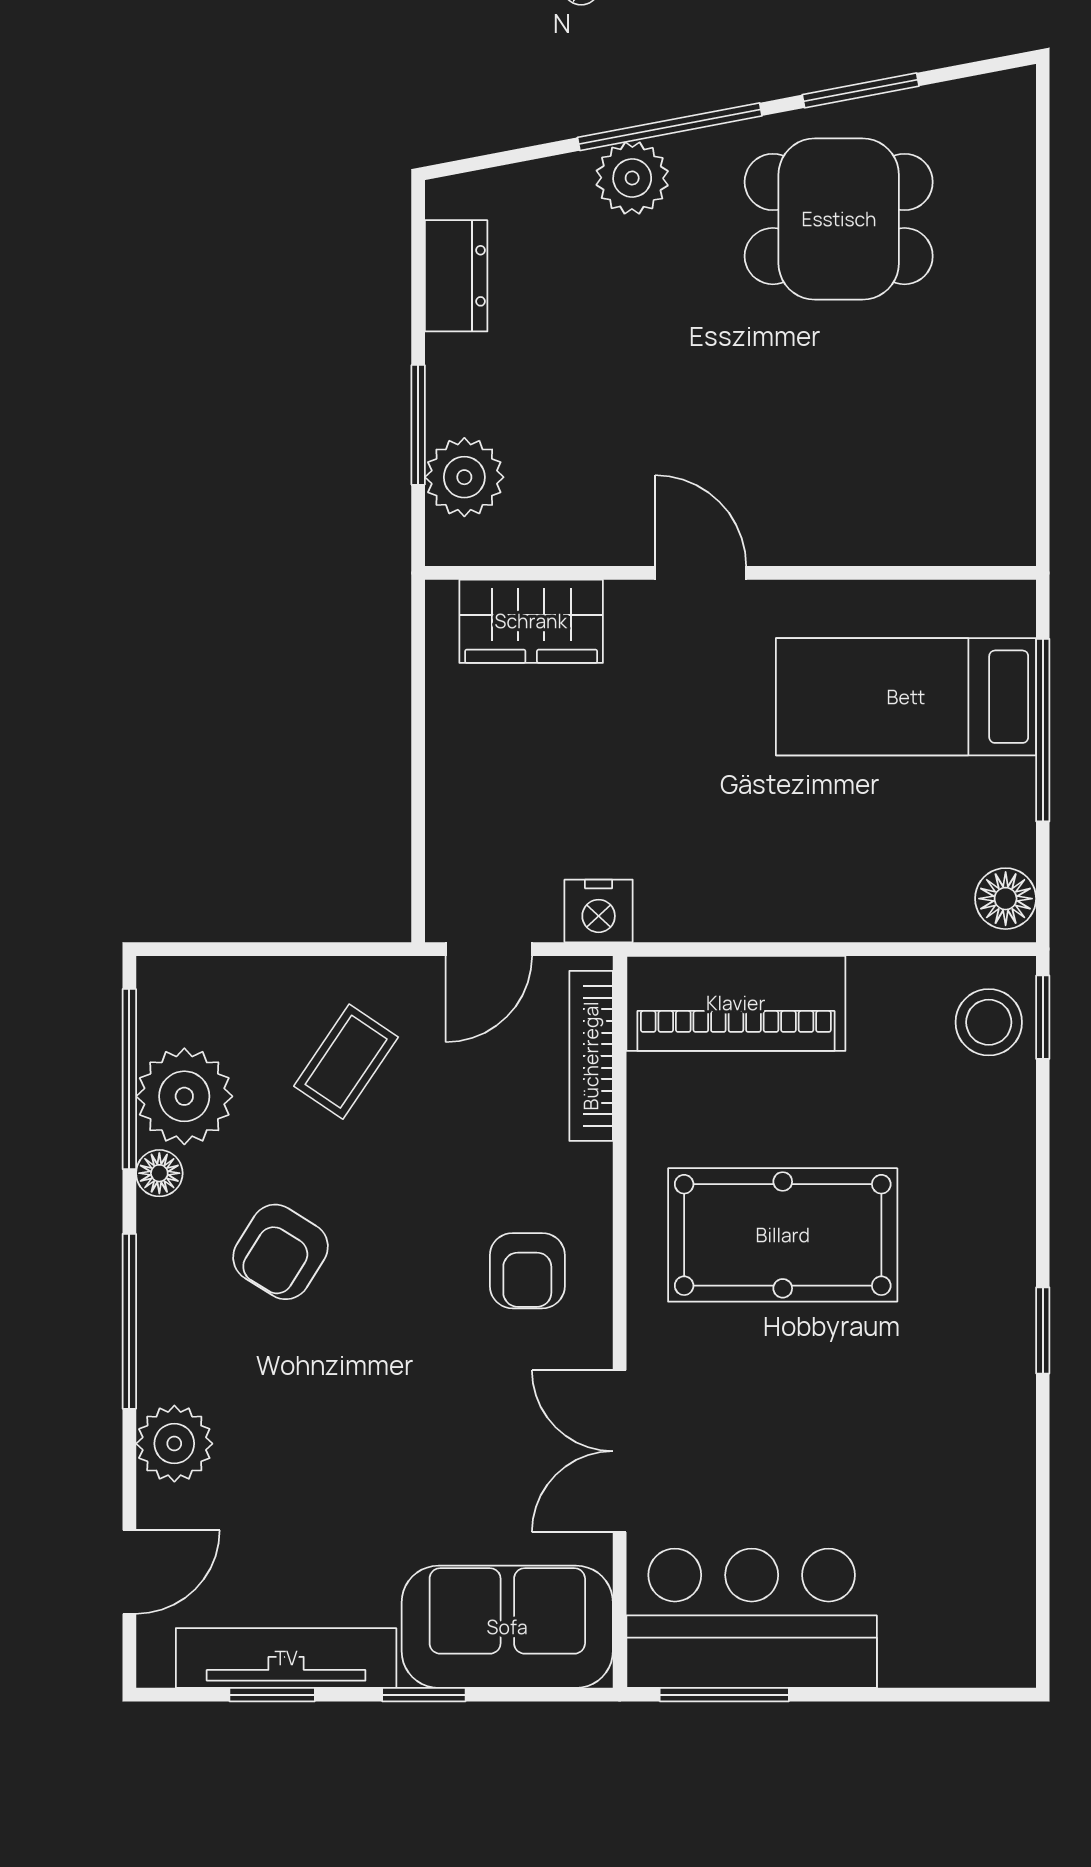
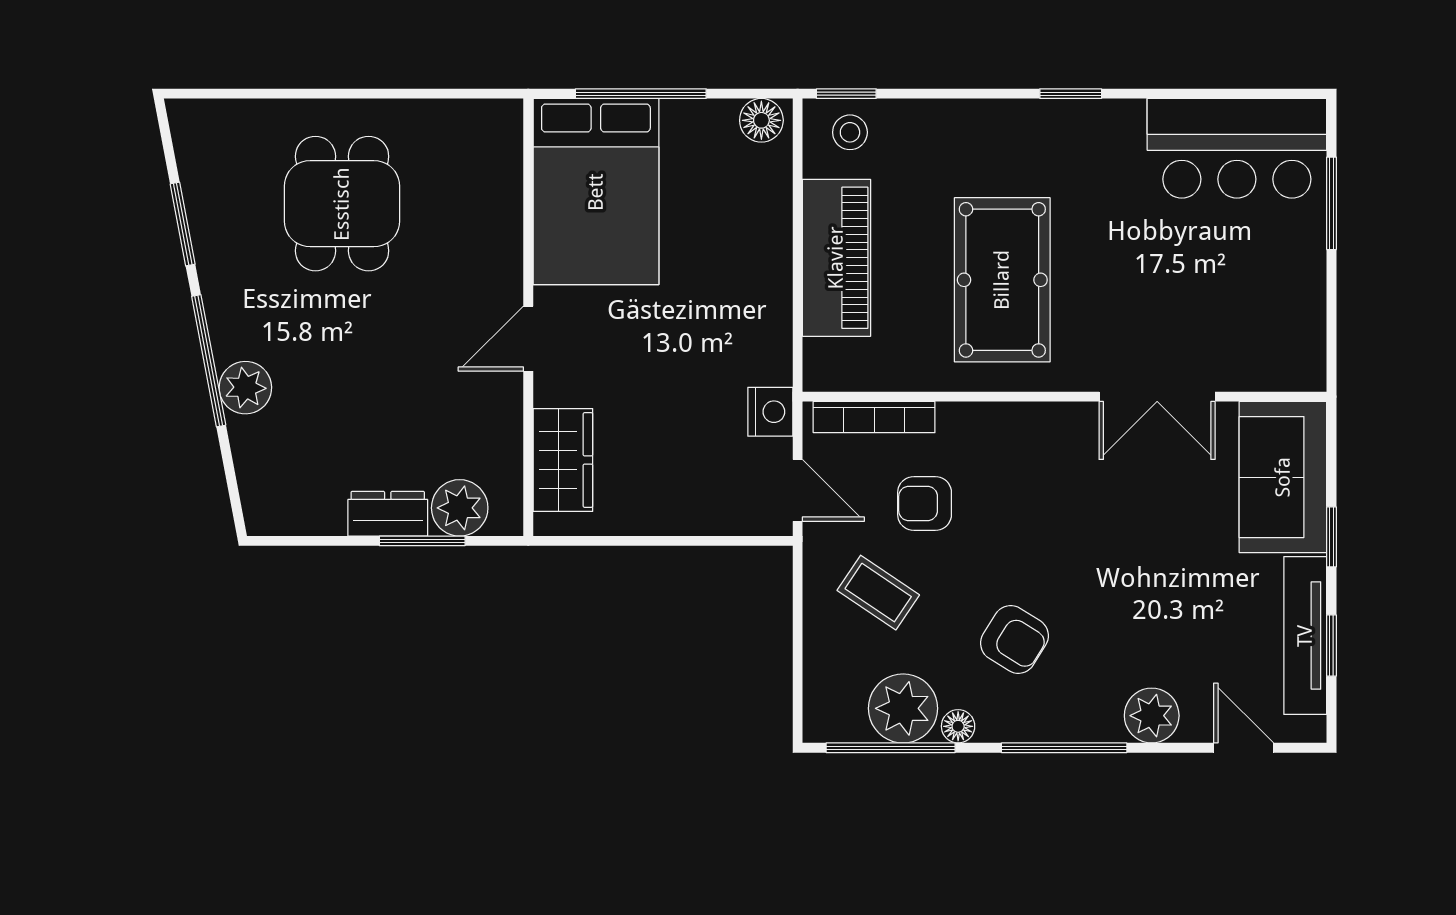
dining table: (839, 219) -> (342, 204), moved
dresser: (456, 276) -> (388, 514), moved
bed: (906, 697) -> (596, 192), width x1.50
piano: (736, 1003) -> (836, 258), moved
stool: (989, 1022) -> (850, 132), width x0.73, depth x0.73
armchair: (527, 1271) -> (925, 504), moved, turned 180
bar counter: (752, 1618) -> (1237, 148), moved, turned -90
window: (724, 1695) -> (1331, 203), moved

